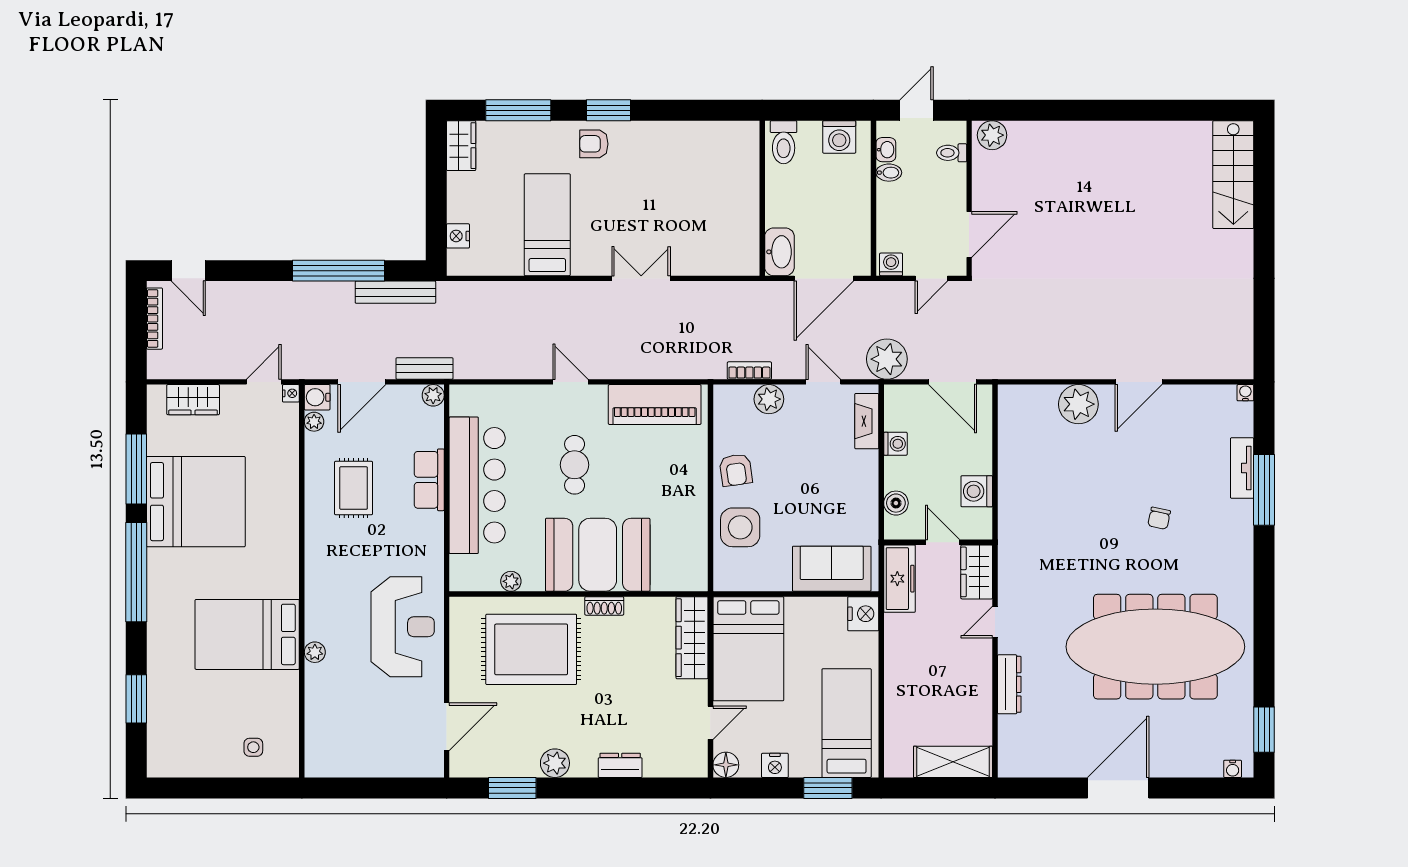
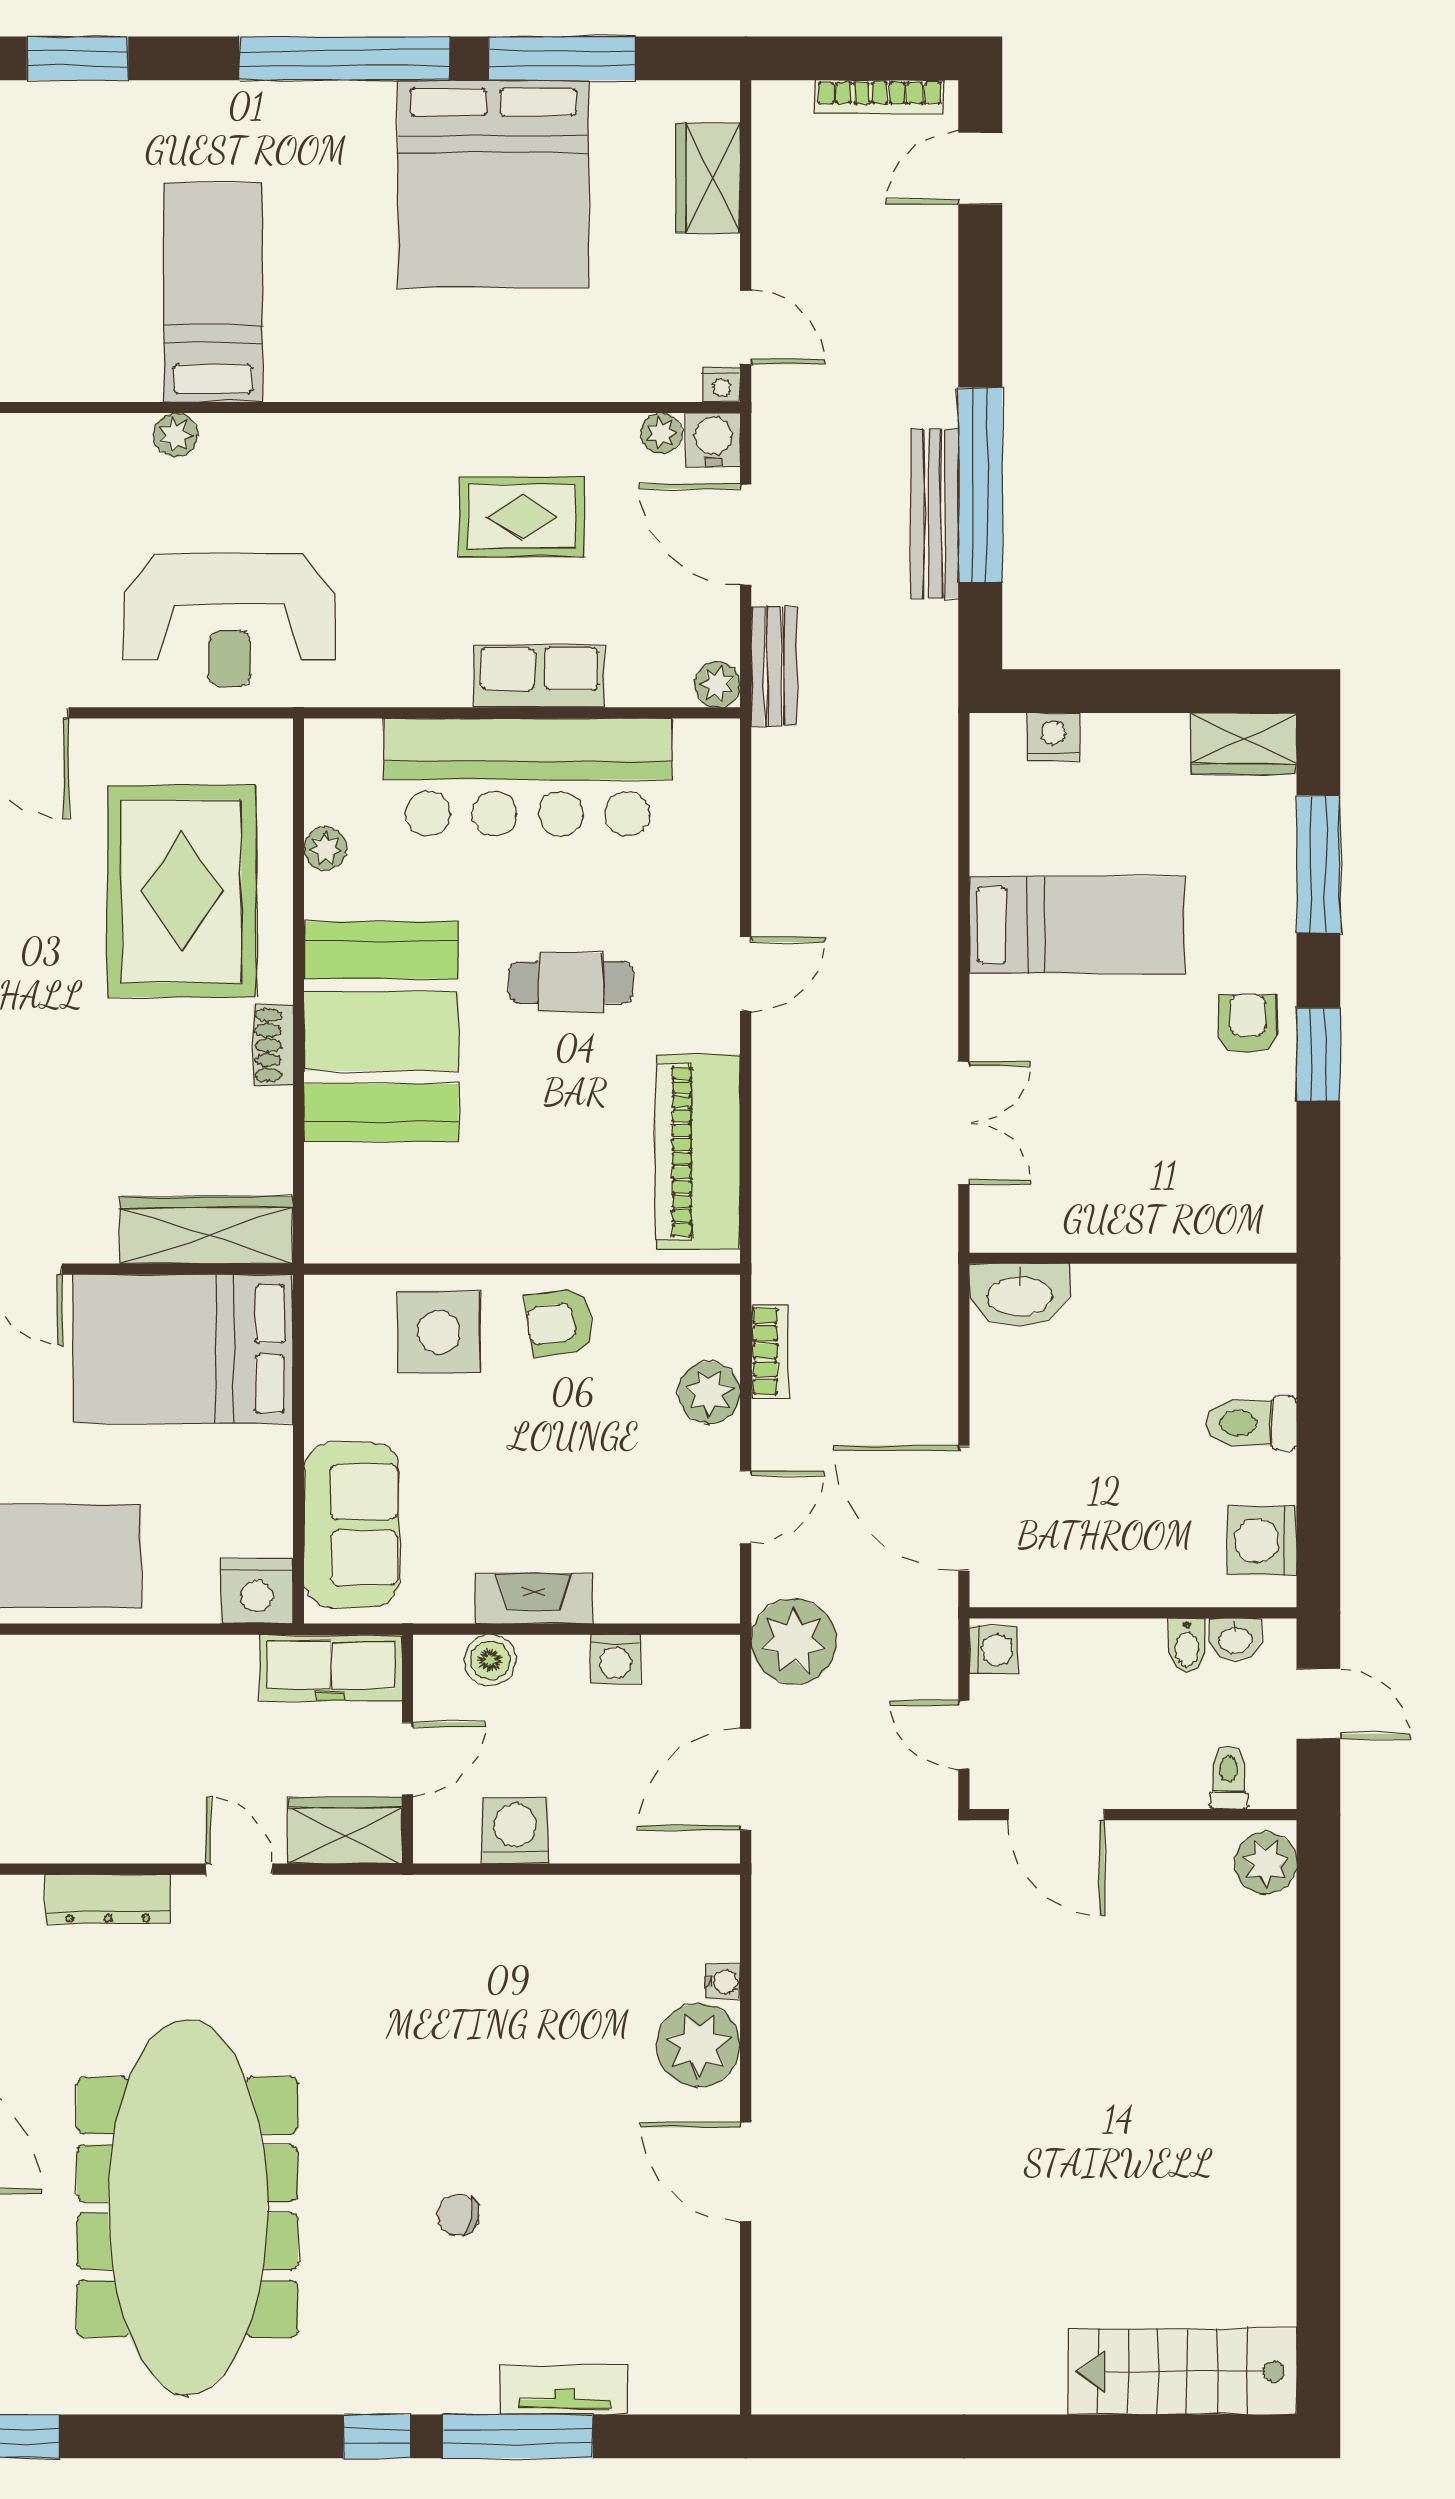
wall: (762, 198) -> (1133, 1258), moved
washbasin: (779, 252) -> (1020, 1295), moved
bench: (395, 292) -> (935, 514), moved
water cooler: (1245, 393) -> (723, 1982), moved
fireplace: (867, 421) -> (534, 1599), moved
window: (1264, 557) -> (377, 2436), added
bed: (247, 634) -> (213, 292), width x0.67

